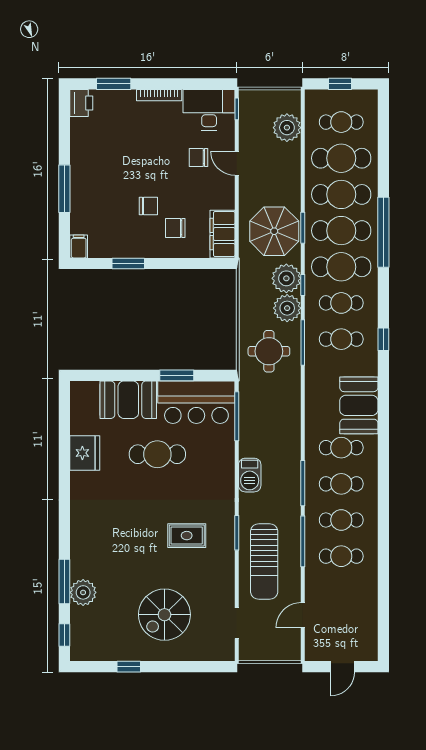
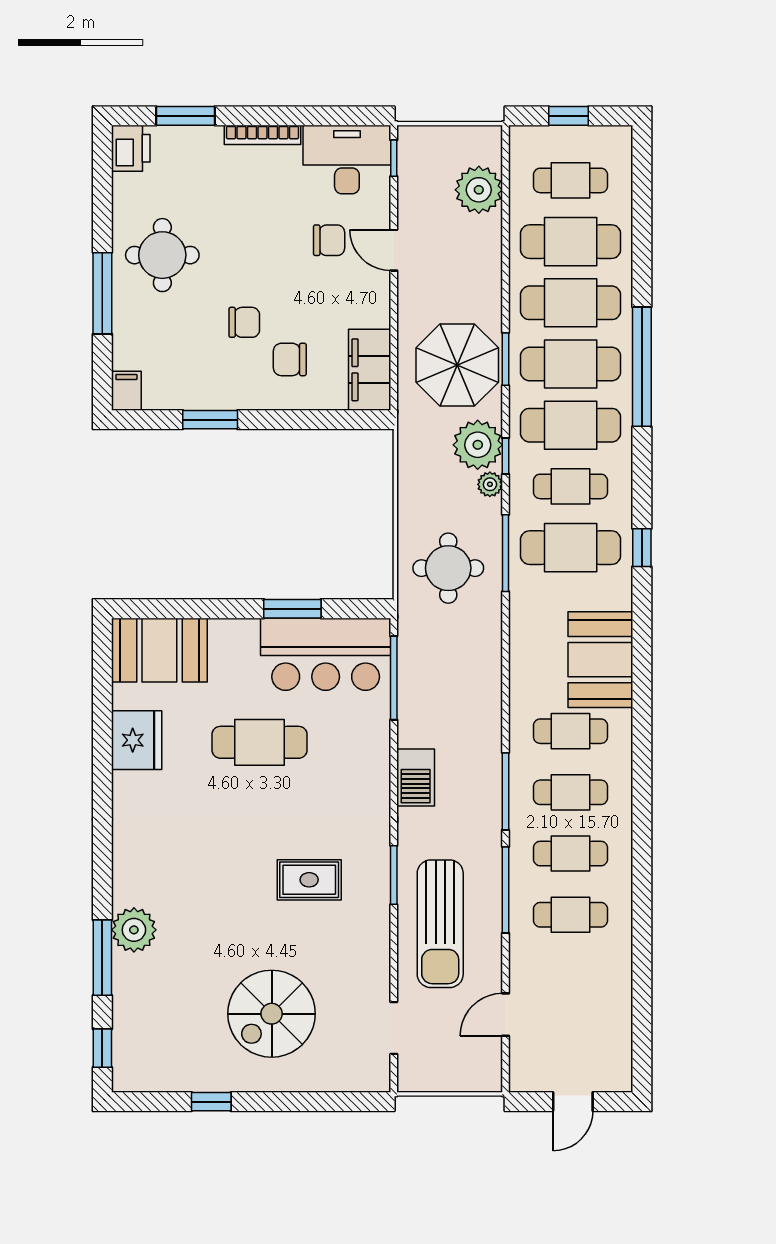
chair: (198, 157) -> (329, 240), turned 180
round table: (100, 166) -> (162, 255), added
plant: (287, 308) -> (490, 484), width x0.53, depth x0.53
cafe table: (341, 339) -> (571, 548), width x1.37, depth x1.35
booth: (128, 400) -> (159, 650), moved
plant: (83, 592) -> (134, 930), moved

